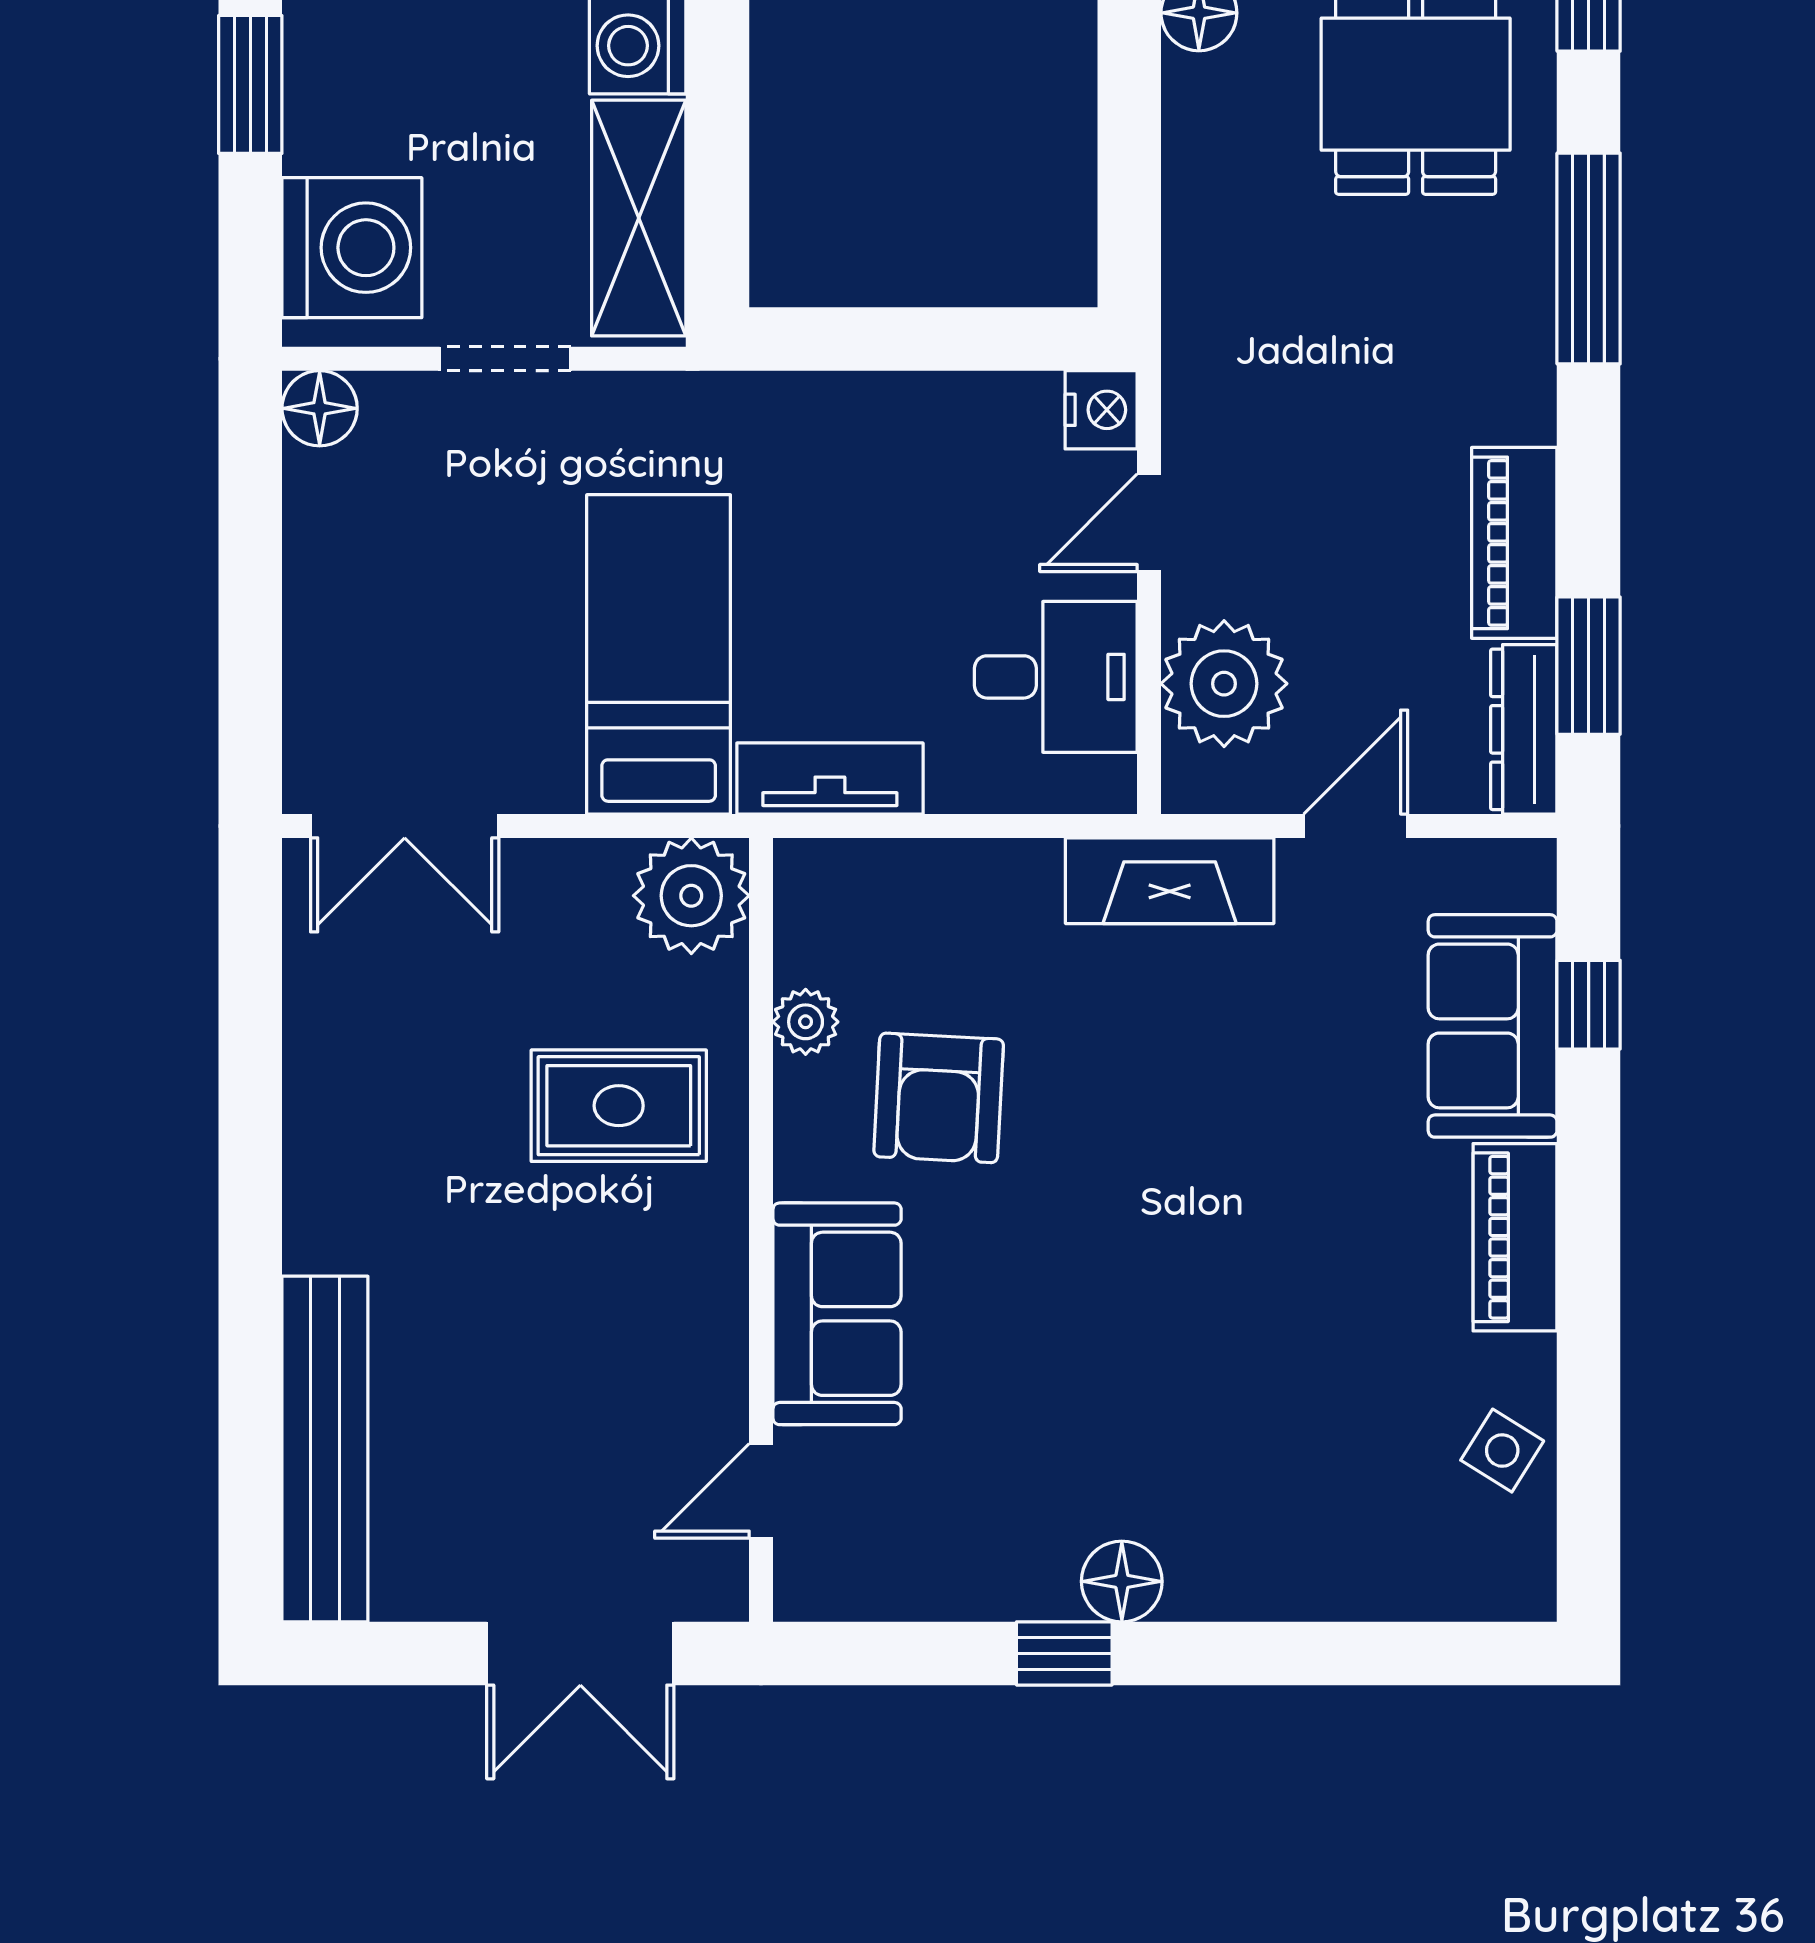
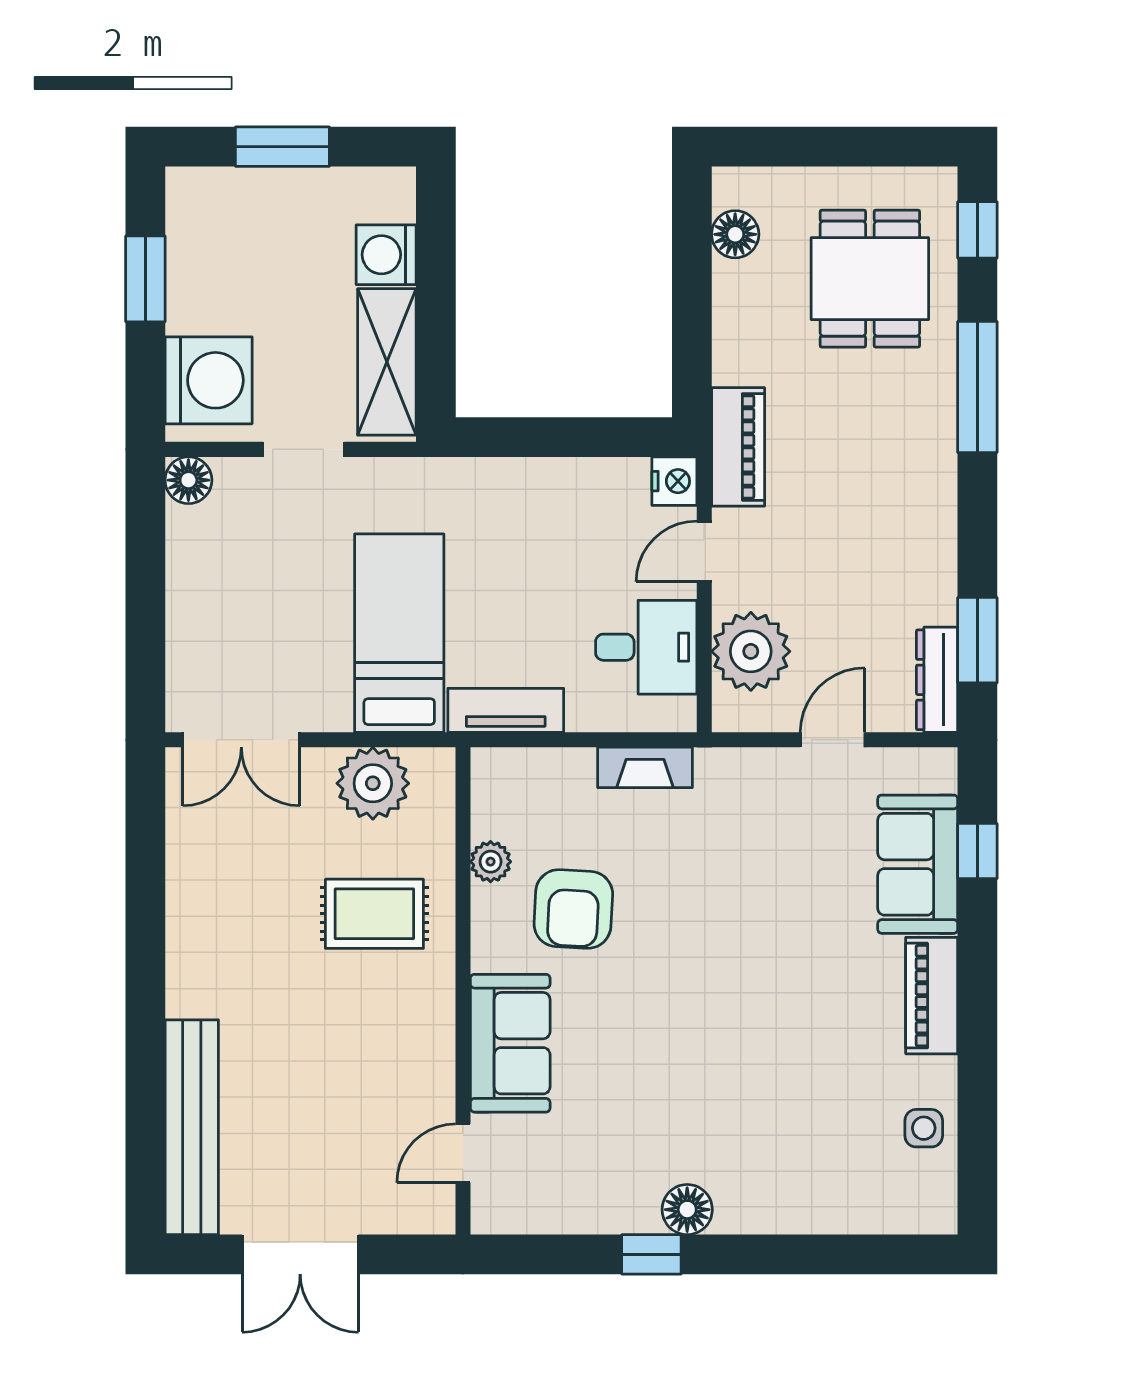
piano: (1514, 543) -> (738, 447), moved, turned 180
fireplace: (1170, 881) -> (645, 767), moved, width x0.73, depth x0.76
plant: (691, 896) -> (373, 783), moved
side table: (1502, 1451) -> (924, 1128), turned -32
double door: (580, 1653) -> (300, 1254), moved

